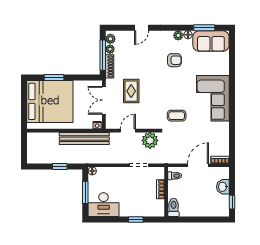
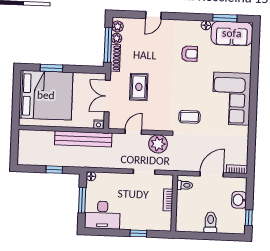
plant: (178, 35) -> (195, 26), removed
toilet: (174, 207) -> (211, 222), moved

